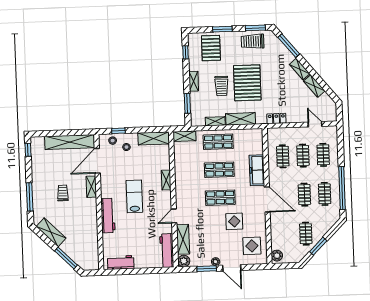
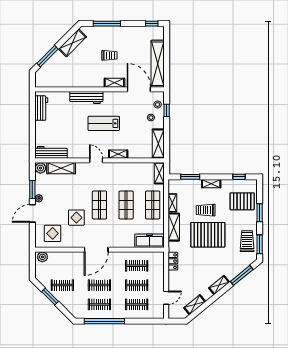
shelving: (314, 86) -> (195, 305), moved
freezer: (257, 170) -> (149, 241), moved
lab bench: (134, 196) -> (104, 123), turned 180
door: (174, 216) -> (96, 160), moved

